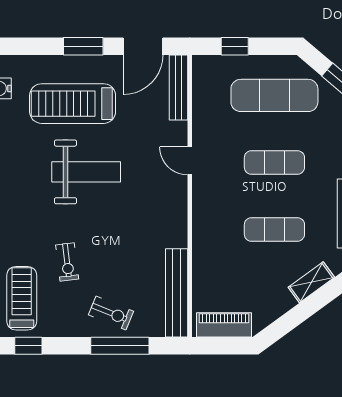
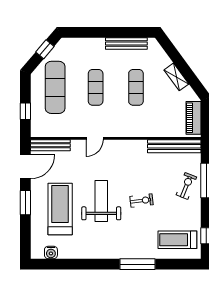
door: (143, 46) -> (25, 167), hinge flipped
treadmill: (73, 104) -> (60, 209), turned 180
exercise bike: (67, 262) -> (142, 201), moved
shelving: (311, 282) -> (176, 77), moved

